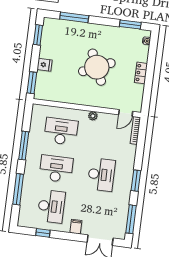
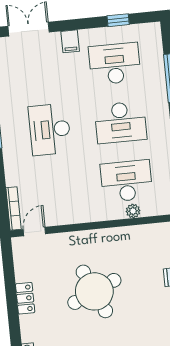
plant: (93, 116) -> (133, 211), moved
desk: (61, 131) -> (126, 181), turned 180
desk: (51, 206) -> (115, 64), turned 90

